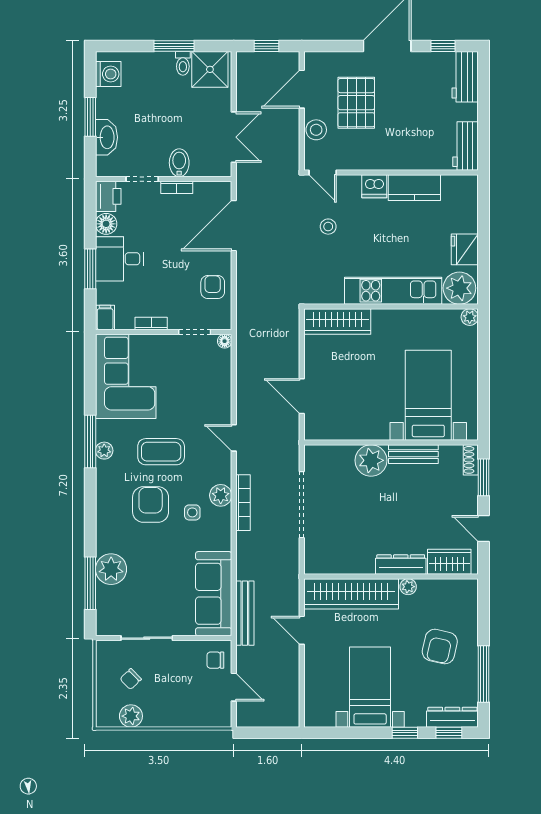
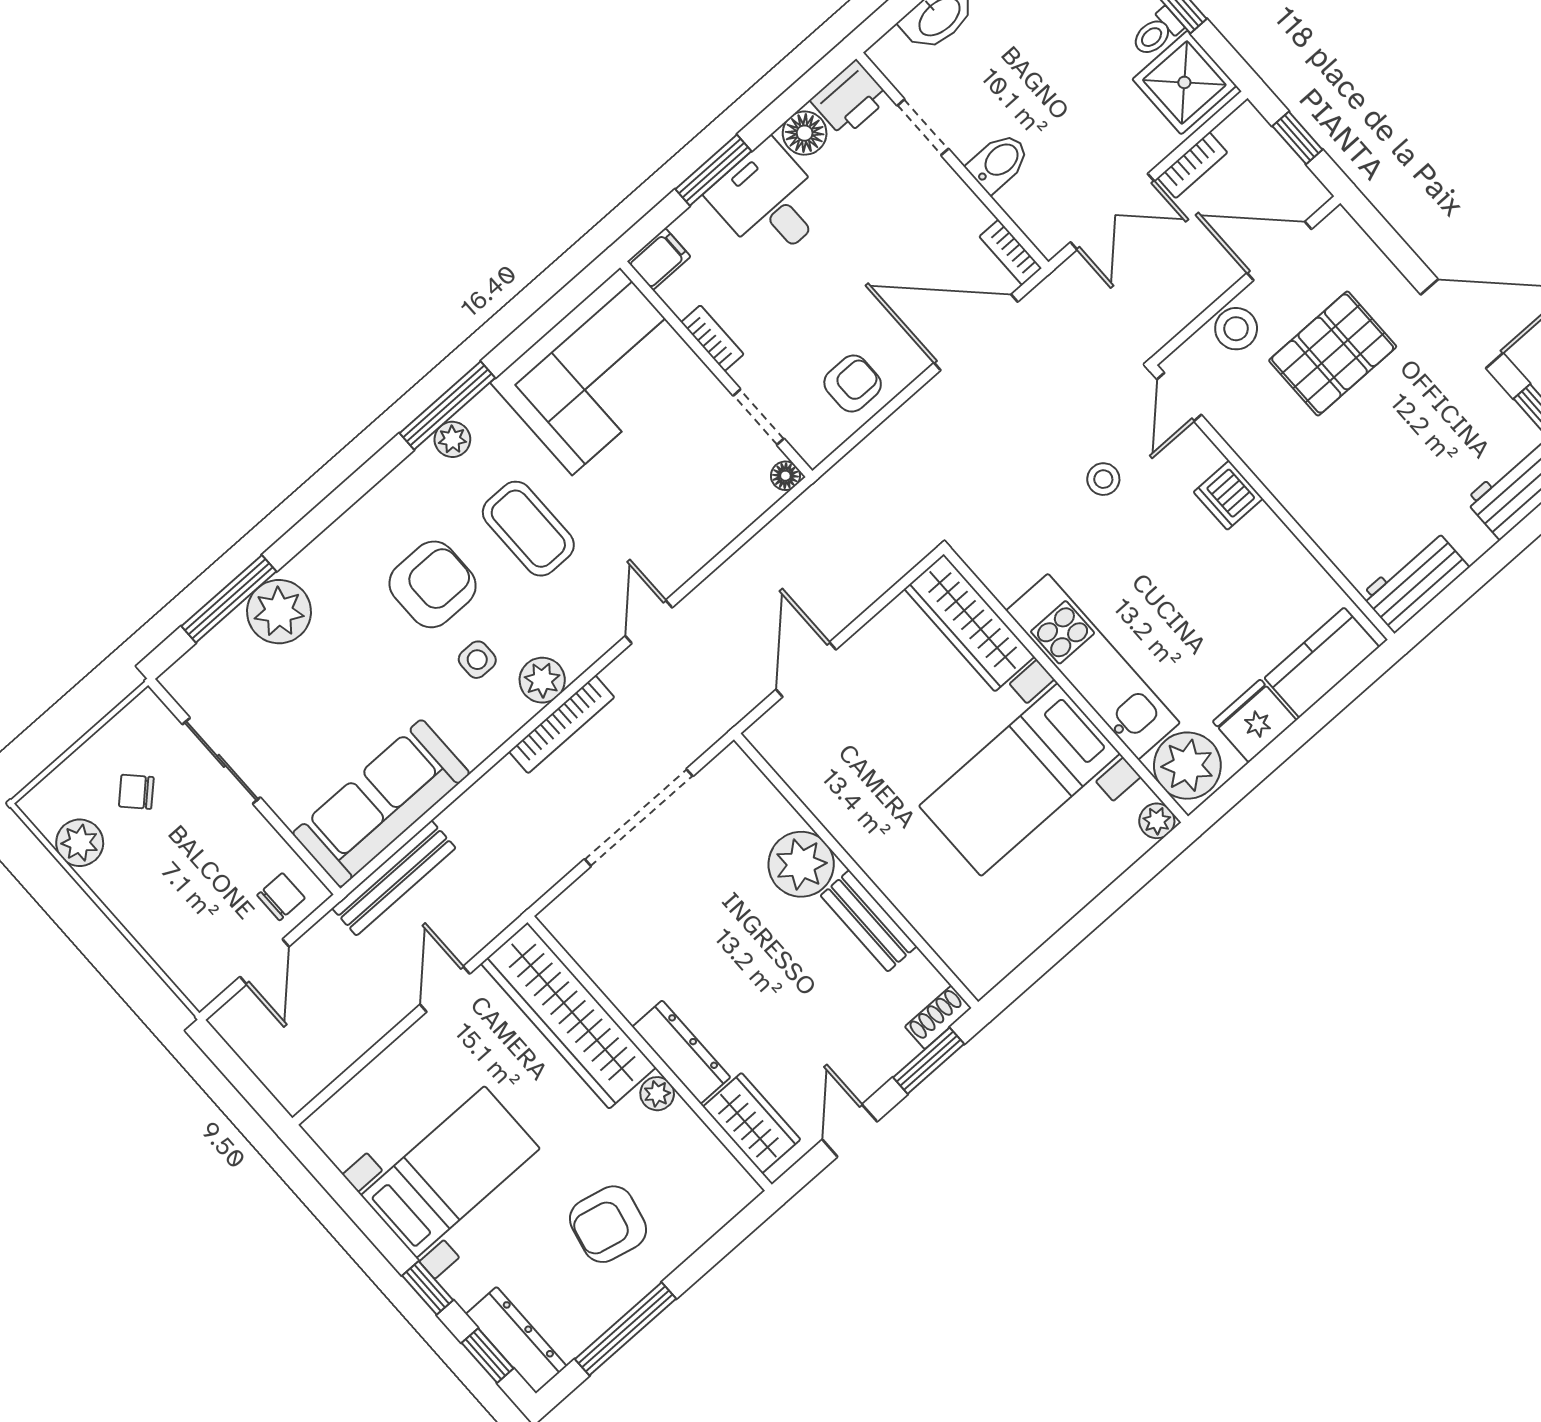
bookcase: (243, 93) -> (1192, 165), added
bookcase: (177, 187) -> (1010, 252), moved
kitchen counter: (414, 188) -> (1322, 663), moved, turned 90
bed with nightstands: (428, 395) -> (1020, 780), moved, turned 180
chair: (215, 660) -> (281, 897), turned 90

